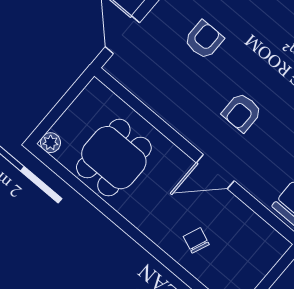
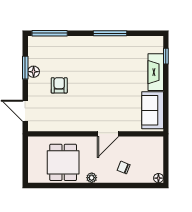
armchair: (242, 112) -> (99, 101), removed
plant: (50, 143) -> (92, 178), moved

